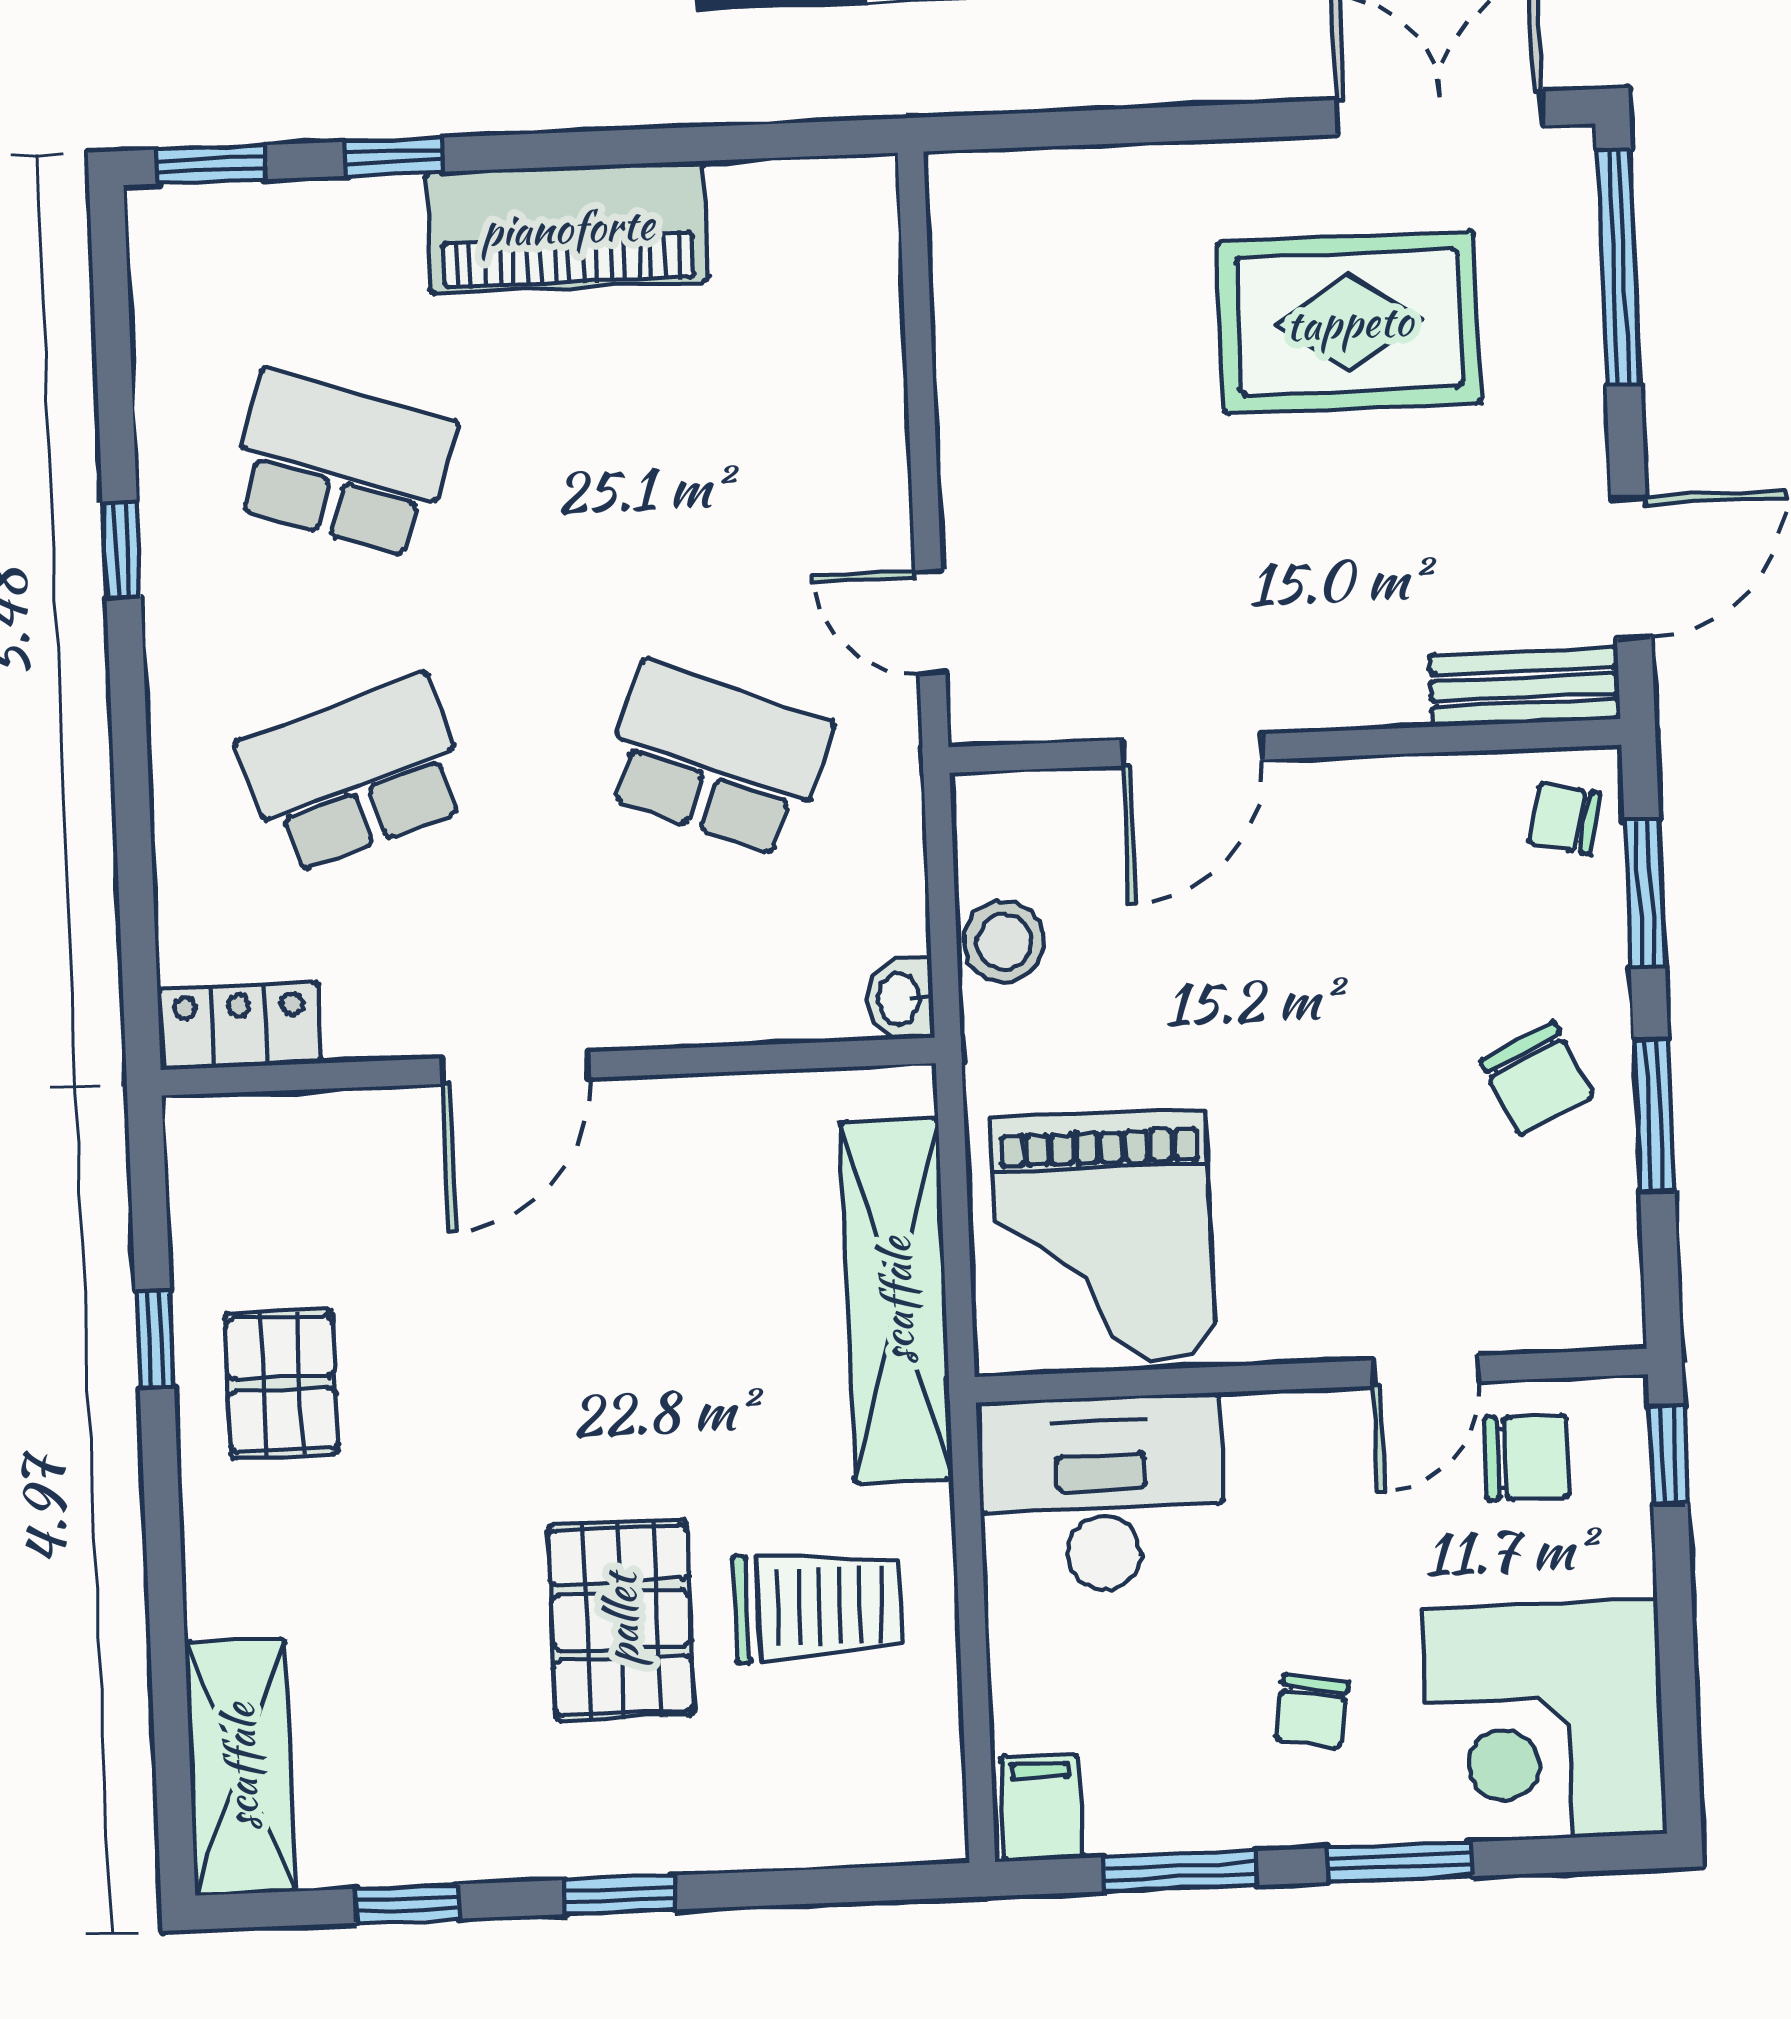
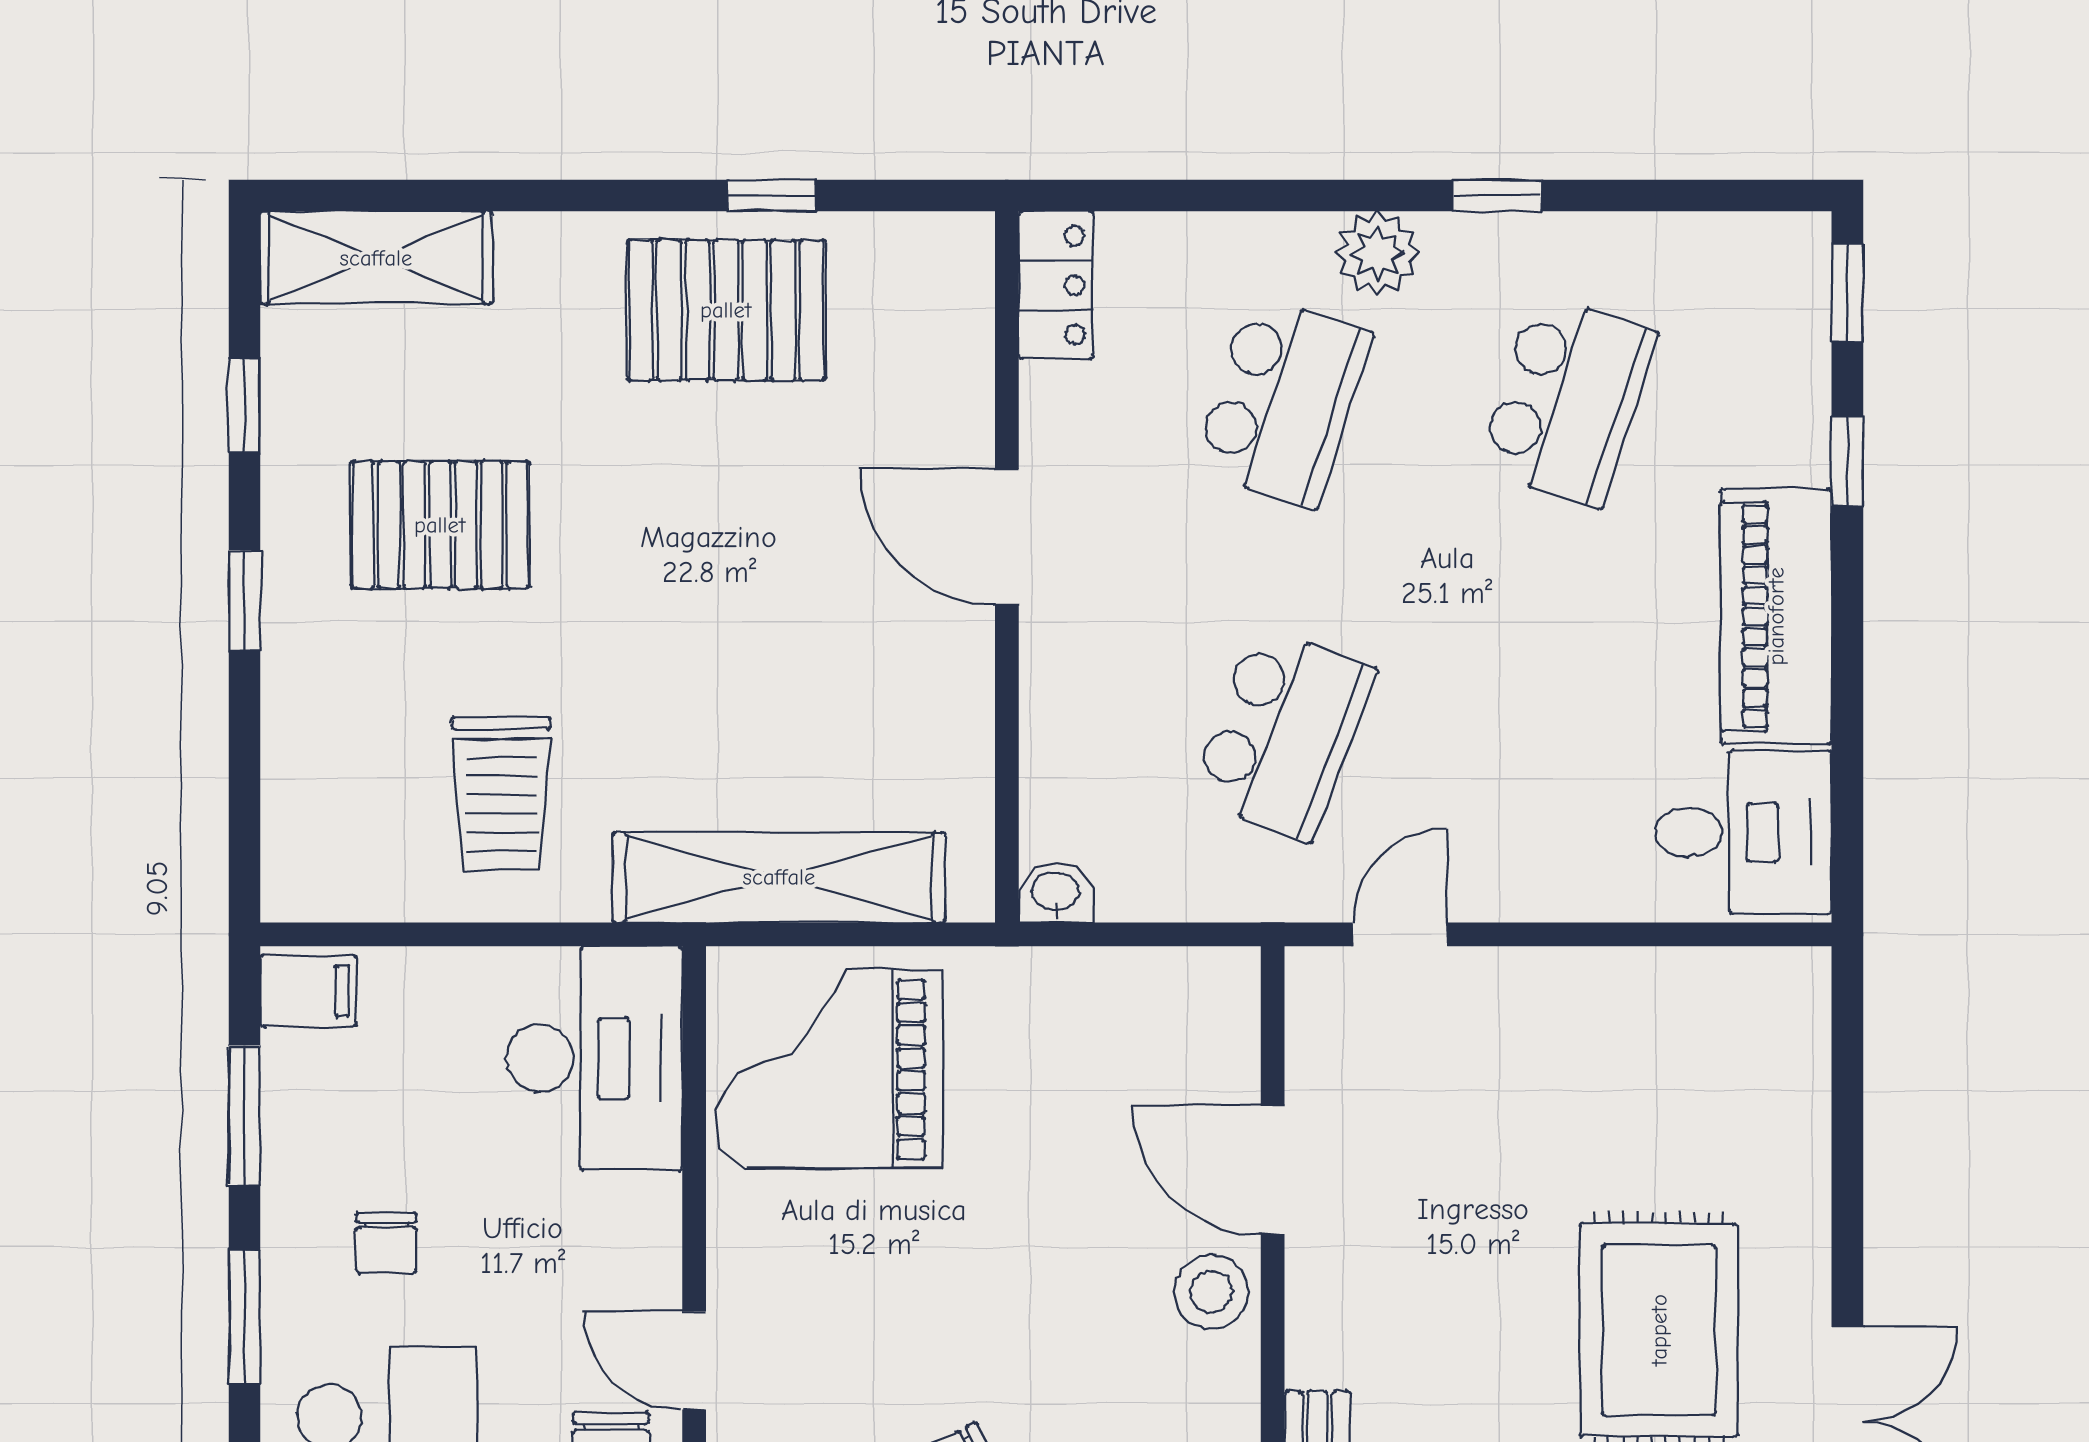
desk: (803, 253) -> (1743, 832), added
plant: (190, 678) -> (1377, 253), added
school desk: (355, 774) -> (1283, 401), turned 36
stool: (1004, 942) -> (1211, 1292), moved
pallet: (282, 1384) -> (726, 310), width x1.50, depth x1.42
pallet: (621, 1620) -> (440, 525), moved
chair: (1312, 1711) -> (386, 1243), turned -100

